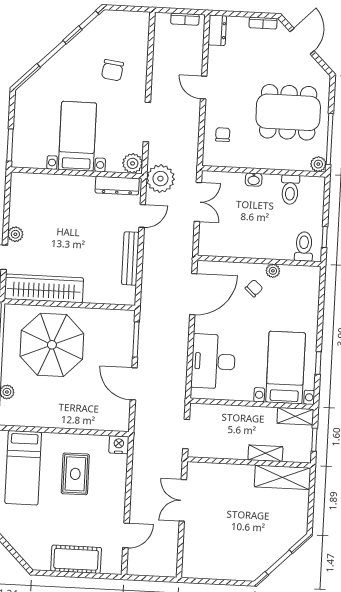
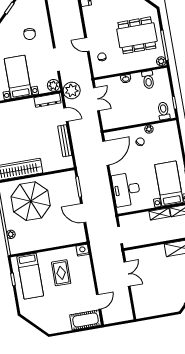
door: (204, 88) -> (87, 45), moved
door: (142, 216) -> (66, 115), hinge flipped
shelving: (265, 453) -> (160, 214), moved
double door: (183, 500) -> (127, 274), swing flipped
cot: (76, 559) -> (86, 320), moved

